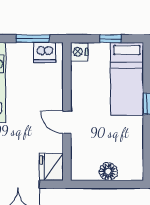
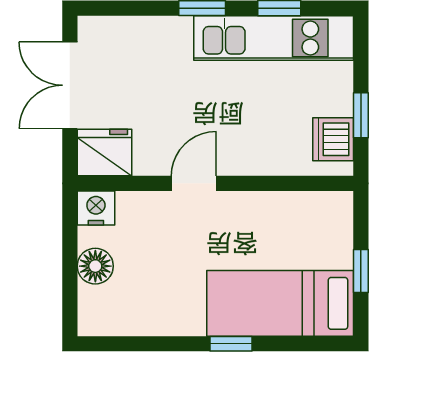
window: (33, 39) -> (361, 115), width x0.67
nightstand: (79, 52) -> (96, 208), moved

